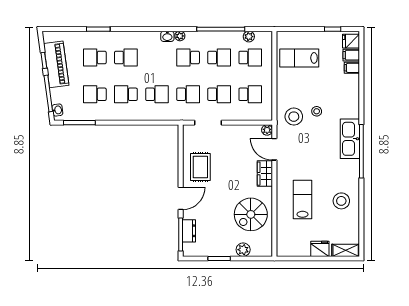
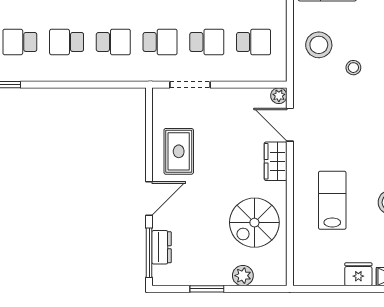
stool: (294, 117) -> (319, 45), moved

